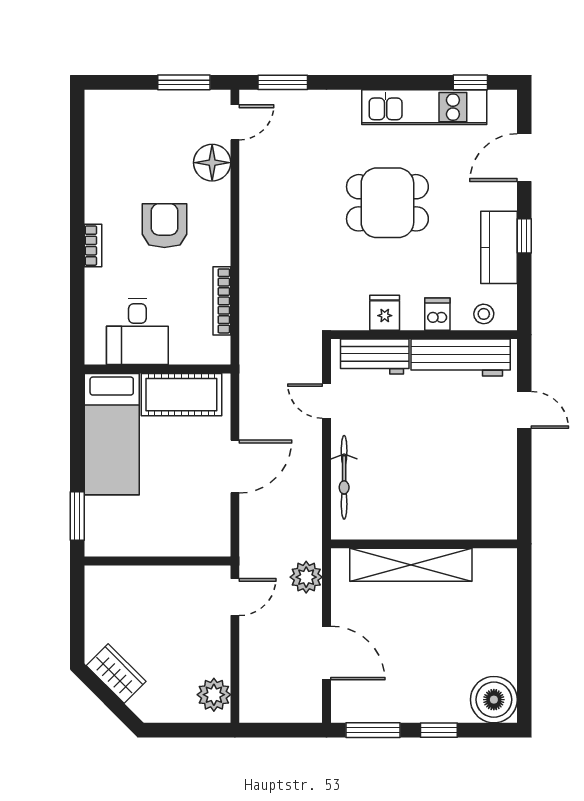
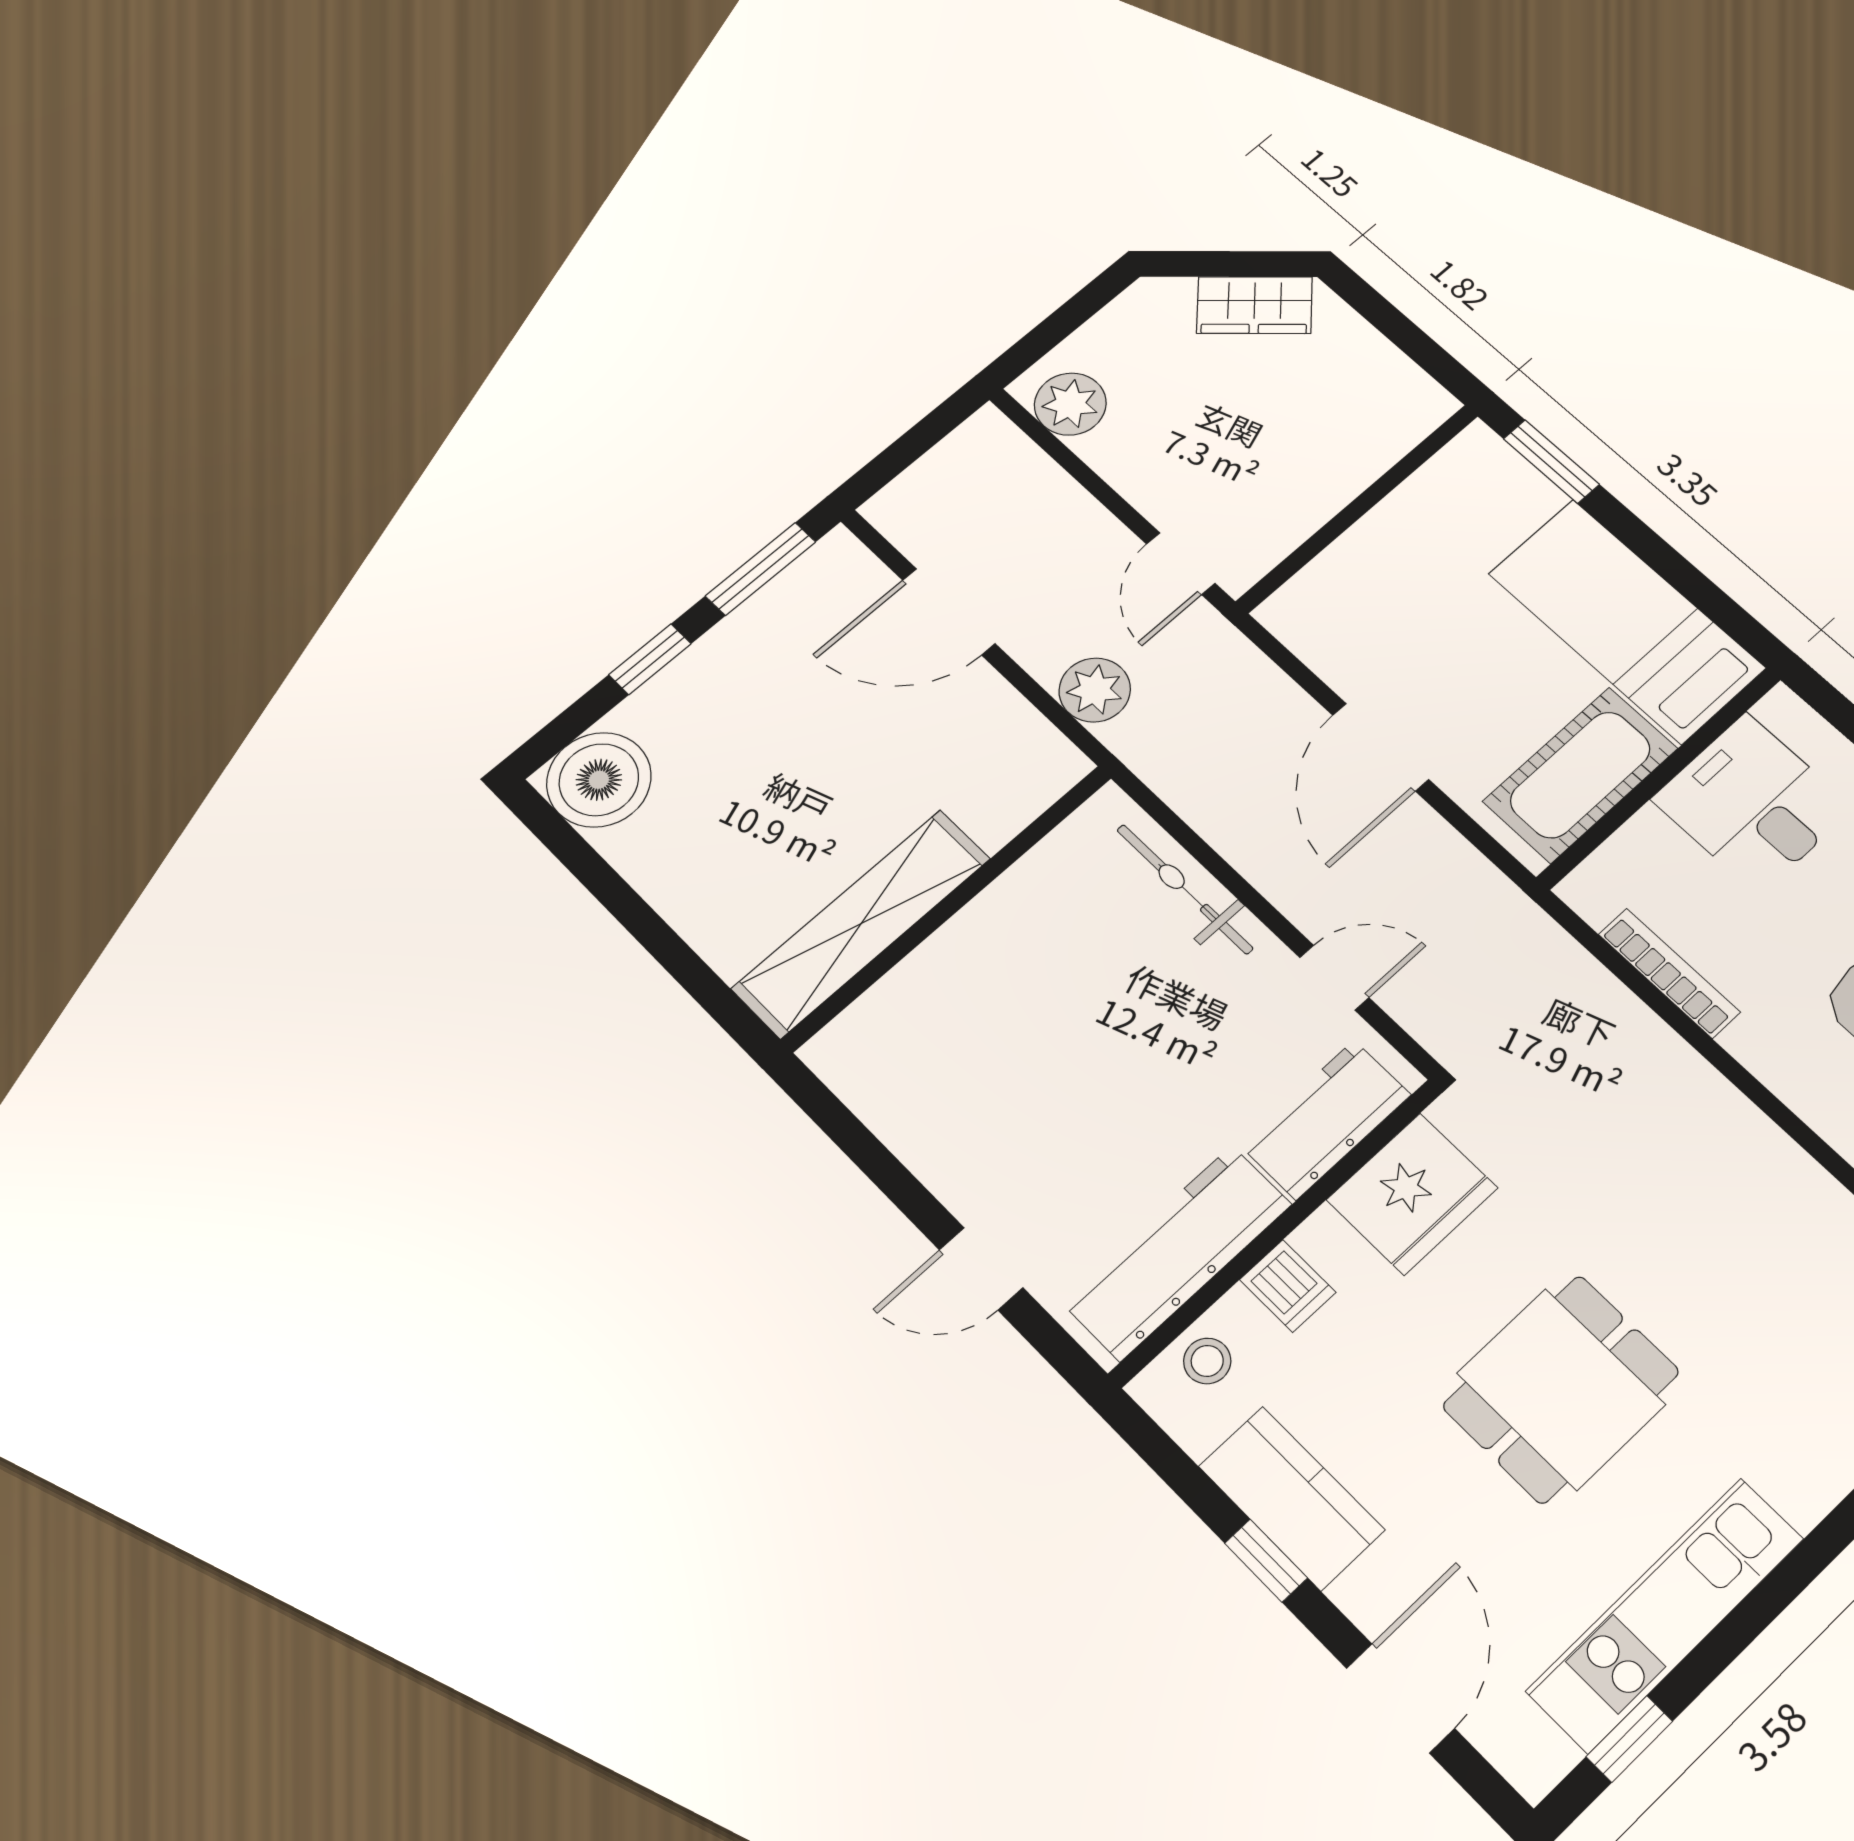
fridge: (385, 313) -> (1412, 1194), width x1.88, depth x1.34
shelving: (411, 565) -> (861, 923), moved

